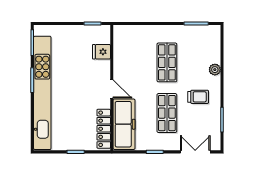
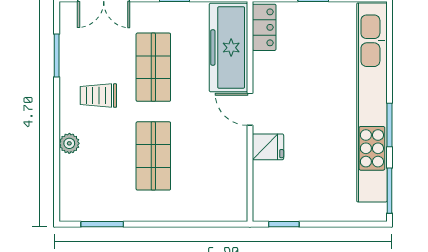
fridge: (102, 52) -> (268, 147), moved
locker: (104, 129) -> (264, 27), width x0.66

